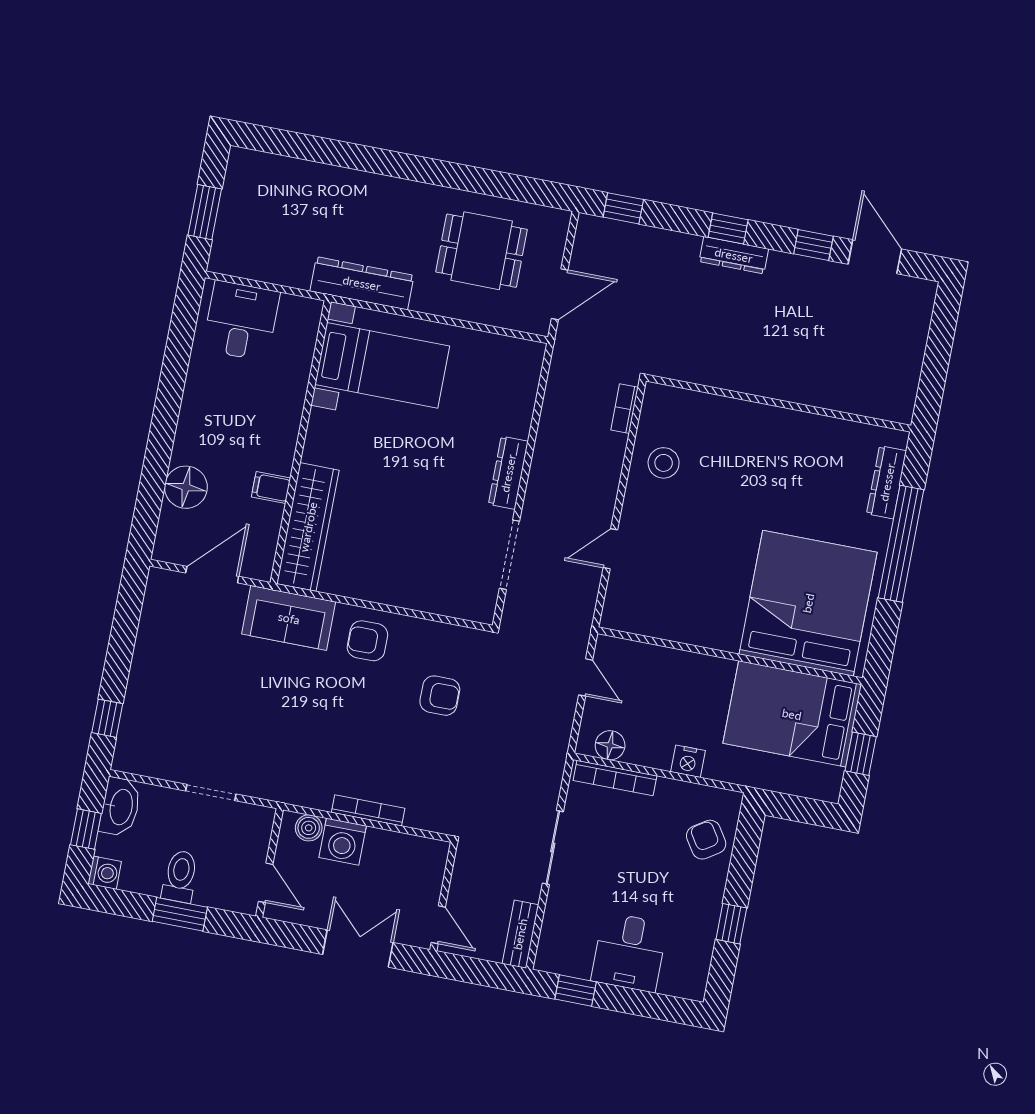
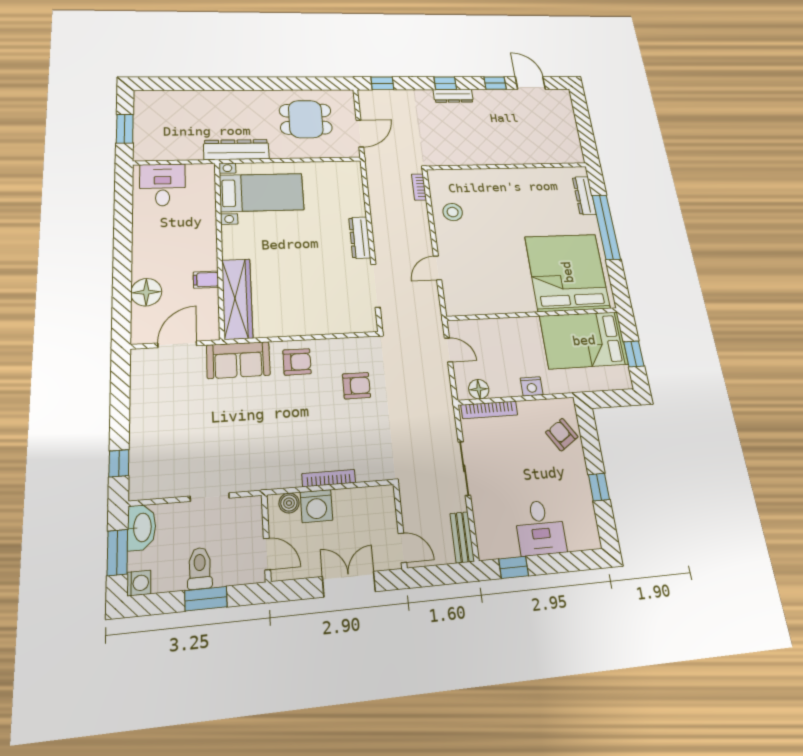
armchair: (367, 641) -> (297, 362), turned 180
window: (86, 829) -> (117, 552), width x1.50

